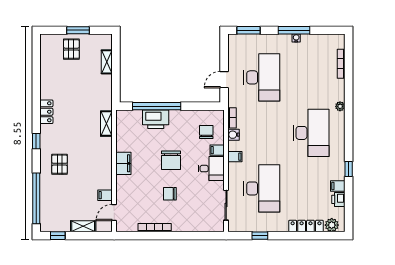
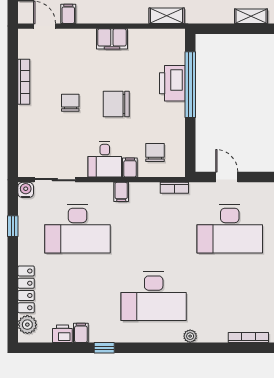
chair: (206, 132) -> (155, 153), turned -90
water cooler: (234, 135) -> (26, 190), moved

